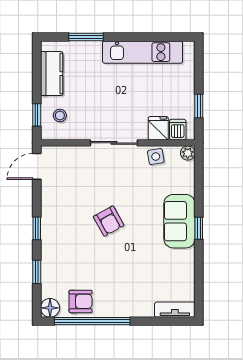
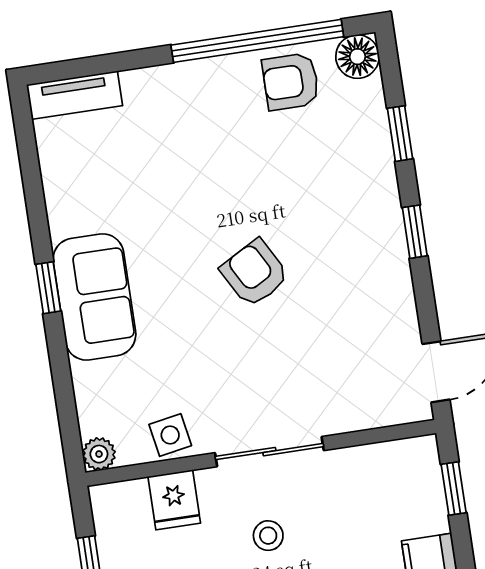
stool: (60, 115) -> (268, 536), moved
dishwasher: (178, 130) -> (130, 503), removed

